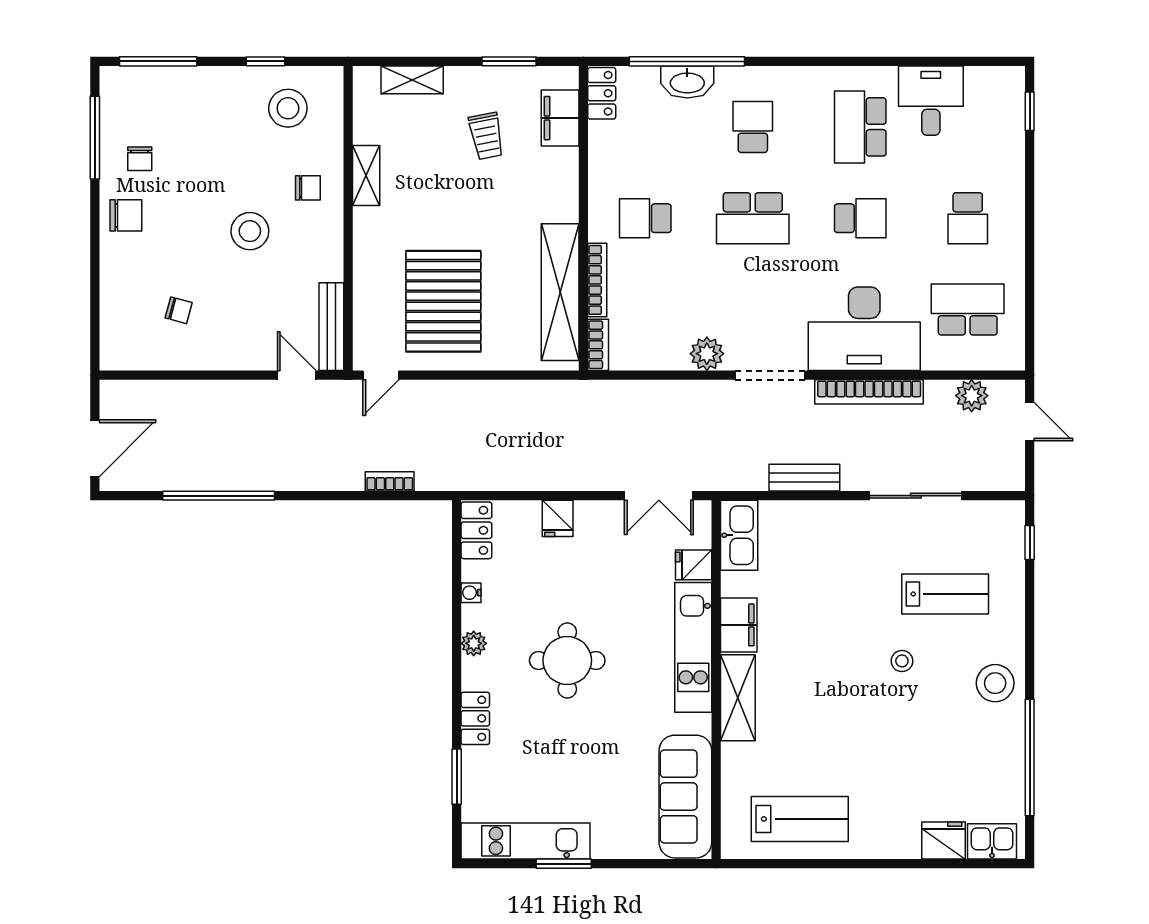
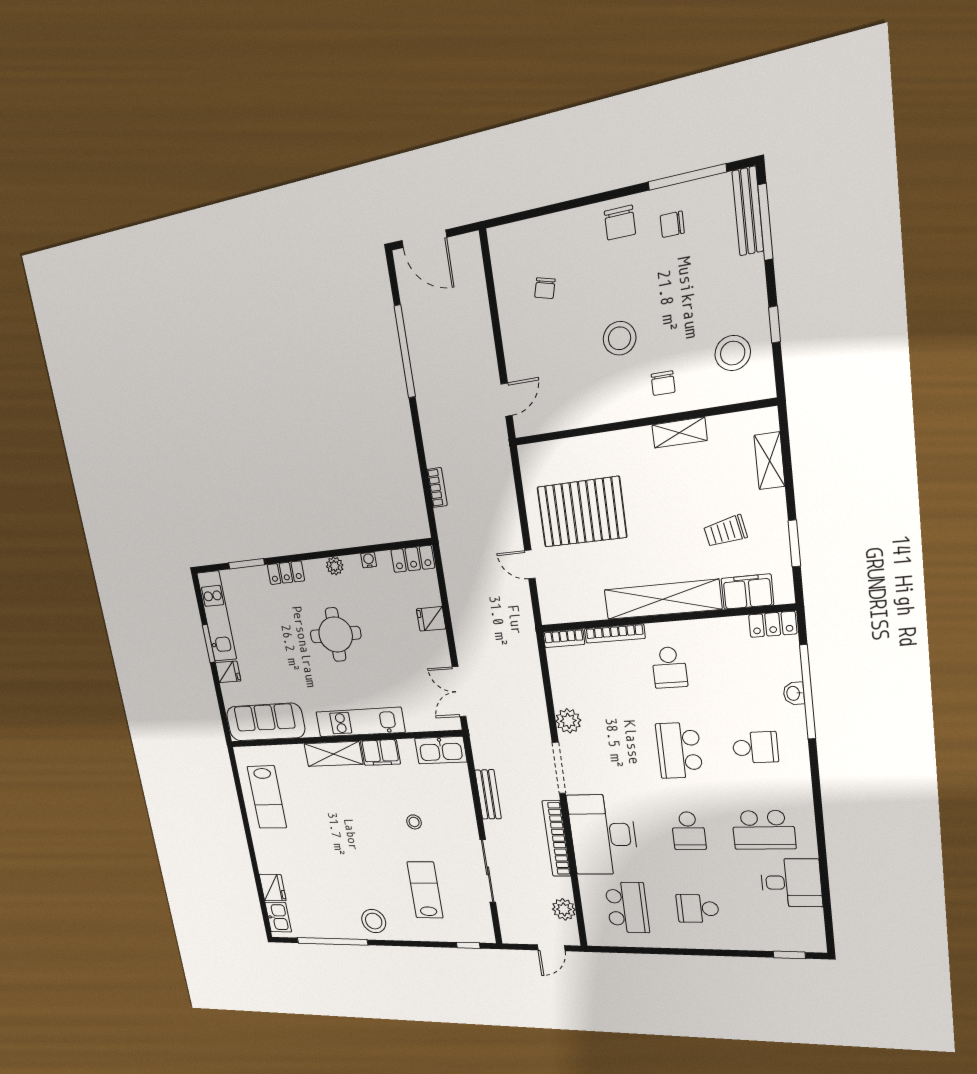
washbasin: (687, 82) -> (794, 693), width x0.52, depth x0.69
school desk: (860, 127) -> (764, 830), turned 180
school desk: (645, 218) -> (669, 667), turned 180
shelving: (560, 292) -> (662, 599), moved
bench: (331, 327) -> (748, 211), moved, turned 90
door: (381, 375) -> (530, 564), moved
fridge: (694, 565) -> (228, 672), moved, turned 90
lab bench: (945, 594) -> (425, 890), turned 180
stool: (902, 661) -> (414, 822), moved

